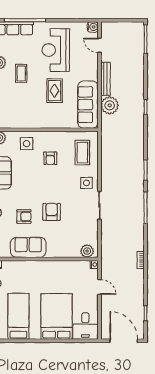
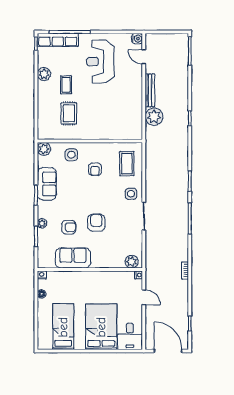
rug: (54, 91) -> (69, 113), moved
sofa: (88, 105) -> (132, 116), removed

